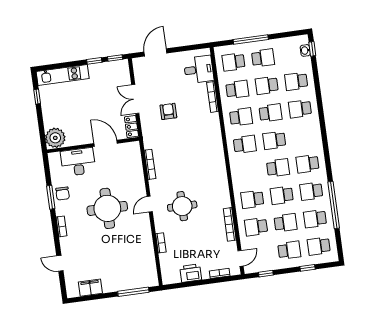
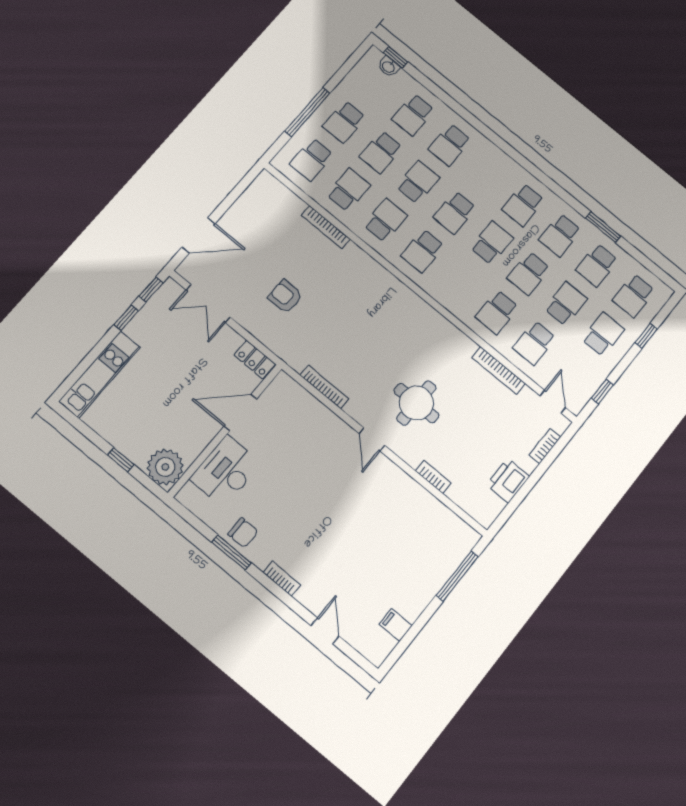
door: (155, 52) -> (199, 235), swing flipped
school desk: (263, 58) -> (344, 122), turned 180
desk: (199, 70) -> (275, 208), removed
window: (37, 97) -> (121, 460), moved
double door: (135, 99) -> (208, 304), moved
school desk: (245, 144) -> (423, 251), turned 180
window: (334, 205) -> (603, 227), width x0.47
round table: (107, 208) -> (321, 497), removed
door: (60, 263) -> (325, 631), swing flipped
filing cabinet: (90, 288) -> (396, 625), width x0.50

